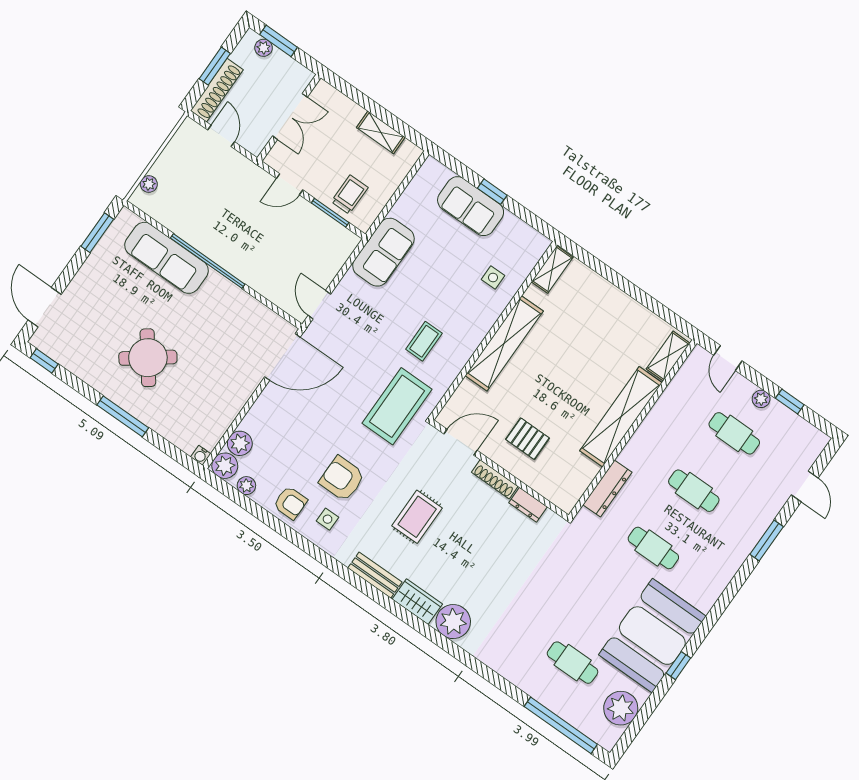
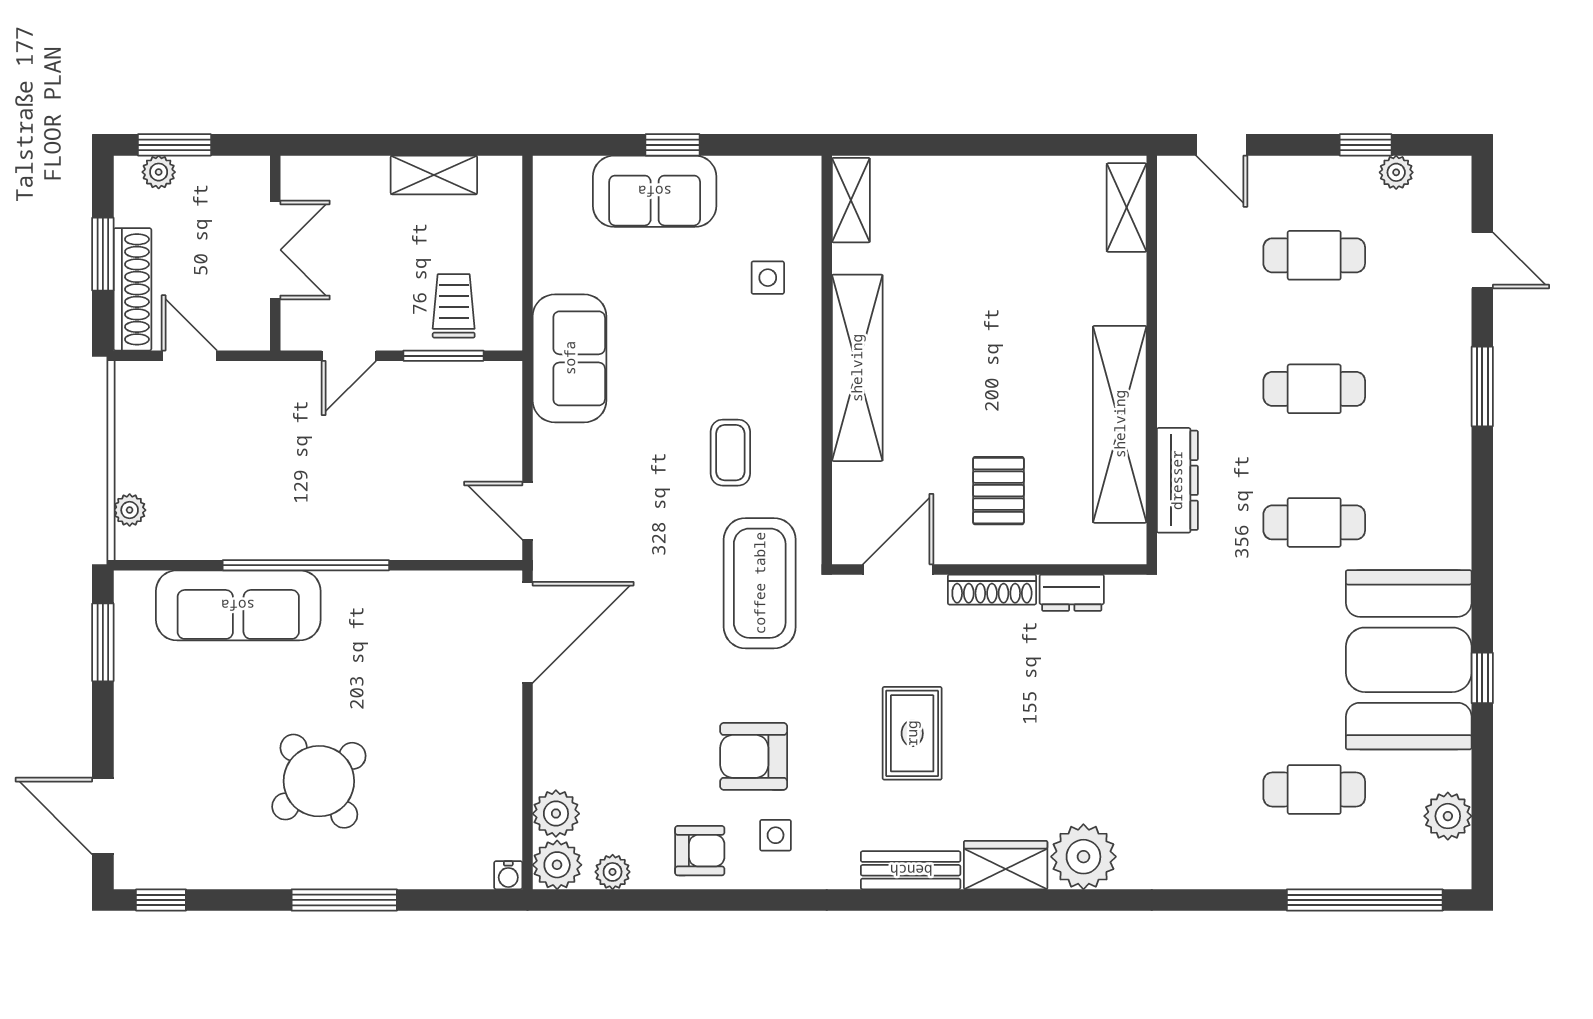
plant: (761, 399) -> (1396, 172), moved
shelving: (621, 417) -> (1120, 424), moved
pallet: (528, 439) -> (998, 491), turned 90
plant: (621, 708) -> (1448, 816), width x0.73, depth x0.73

